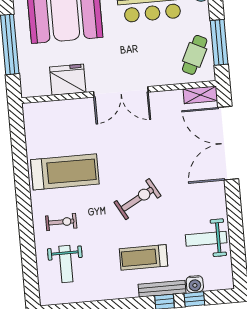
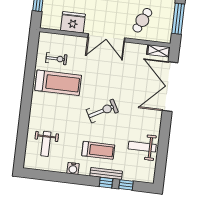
cafe table: (195, 55) -> (142, 20), moved
exercise bike: (61, 222) -> (56, 59), moved
treadmill: (144, 257) -> (98, 150), turned 180
water cooler: (195, 284) -> (73, 168), moved

